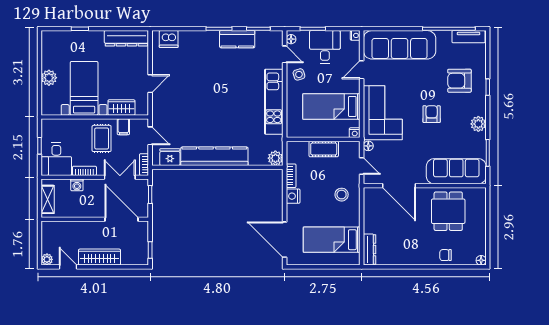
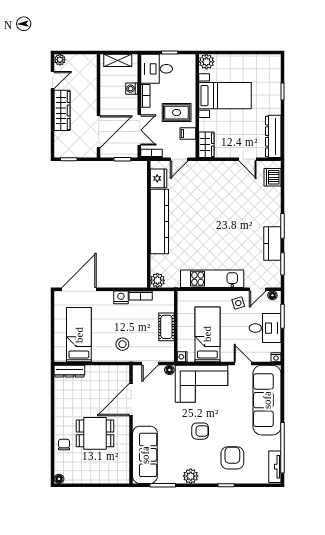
plant: (49, 78) -> (206, 62), moved
door: (150, 84) -> (247, 159), moved
wardrobe: (121, 108) -> (206, 145), moved
dining table: (448, 211) -> (95, 433), moved

